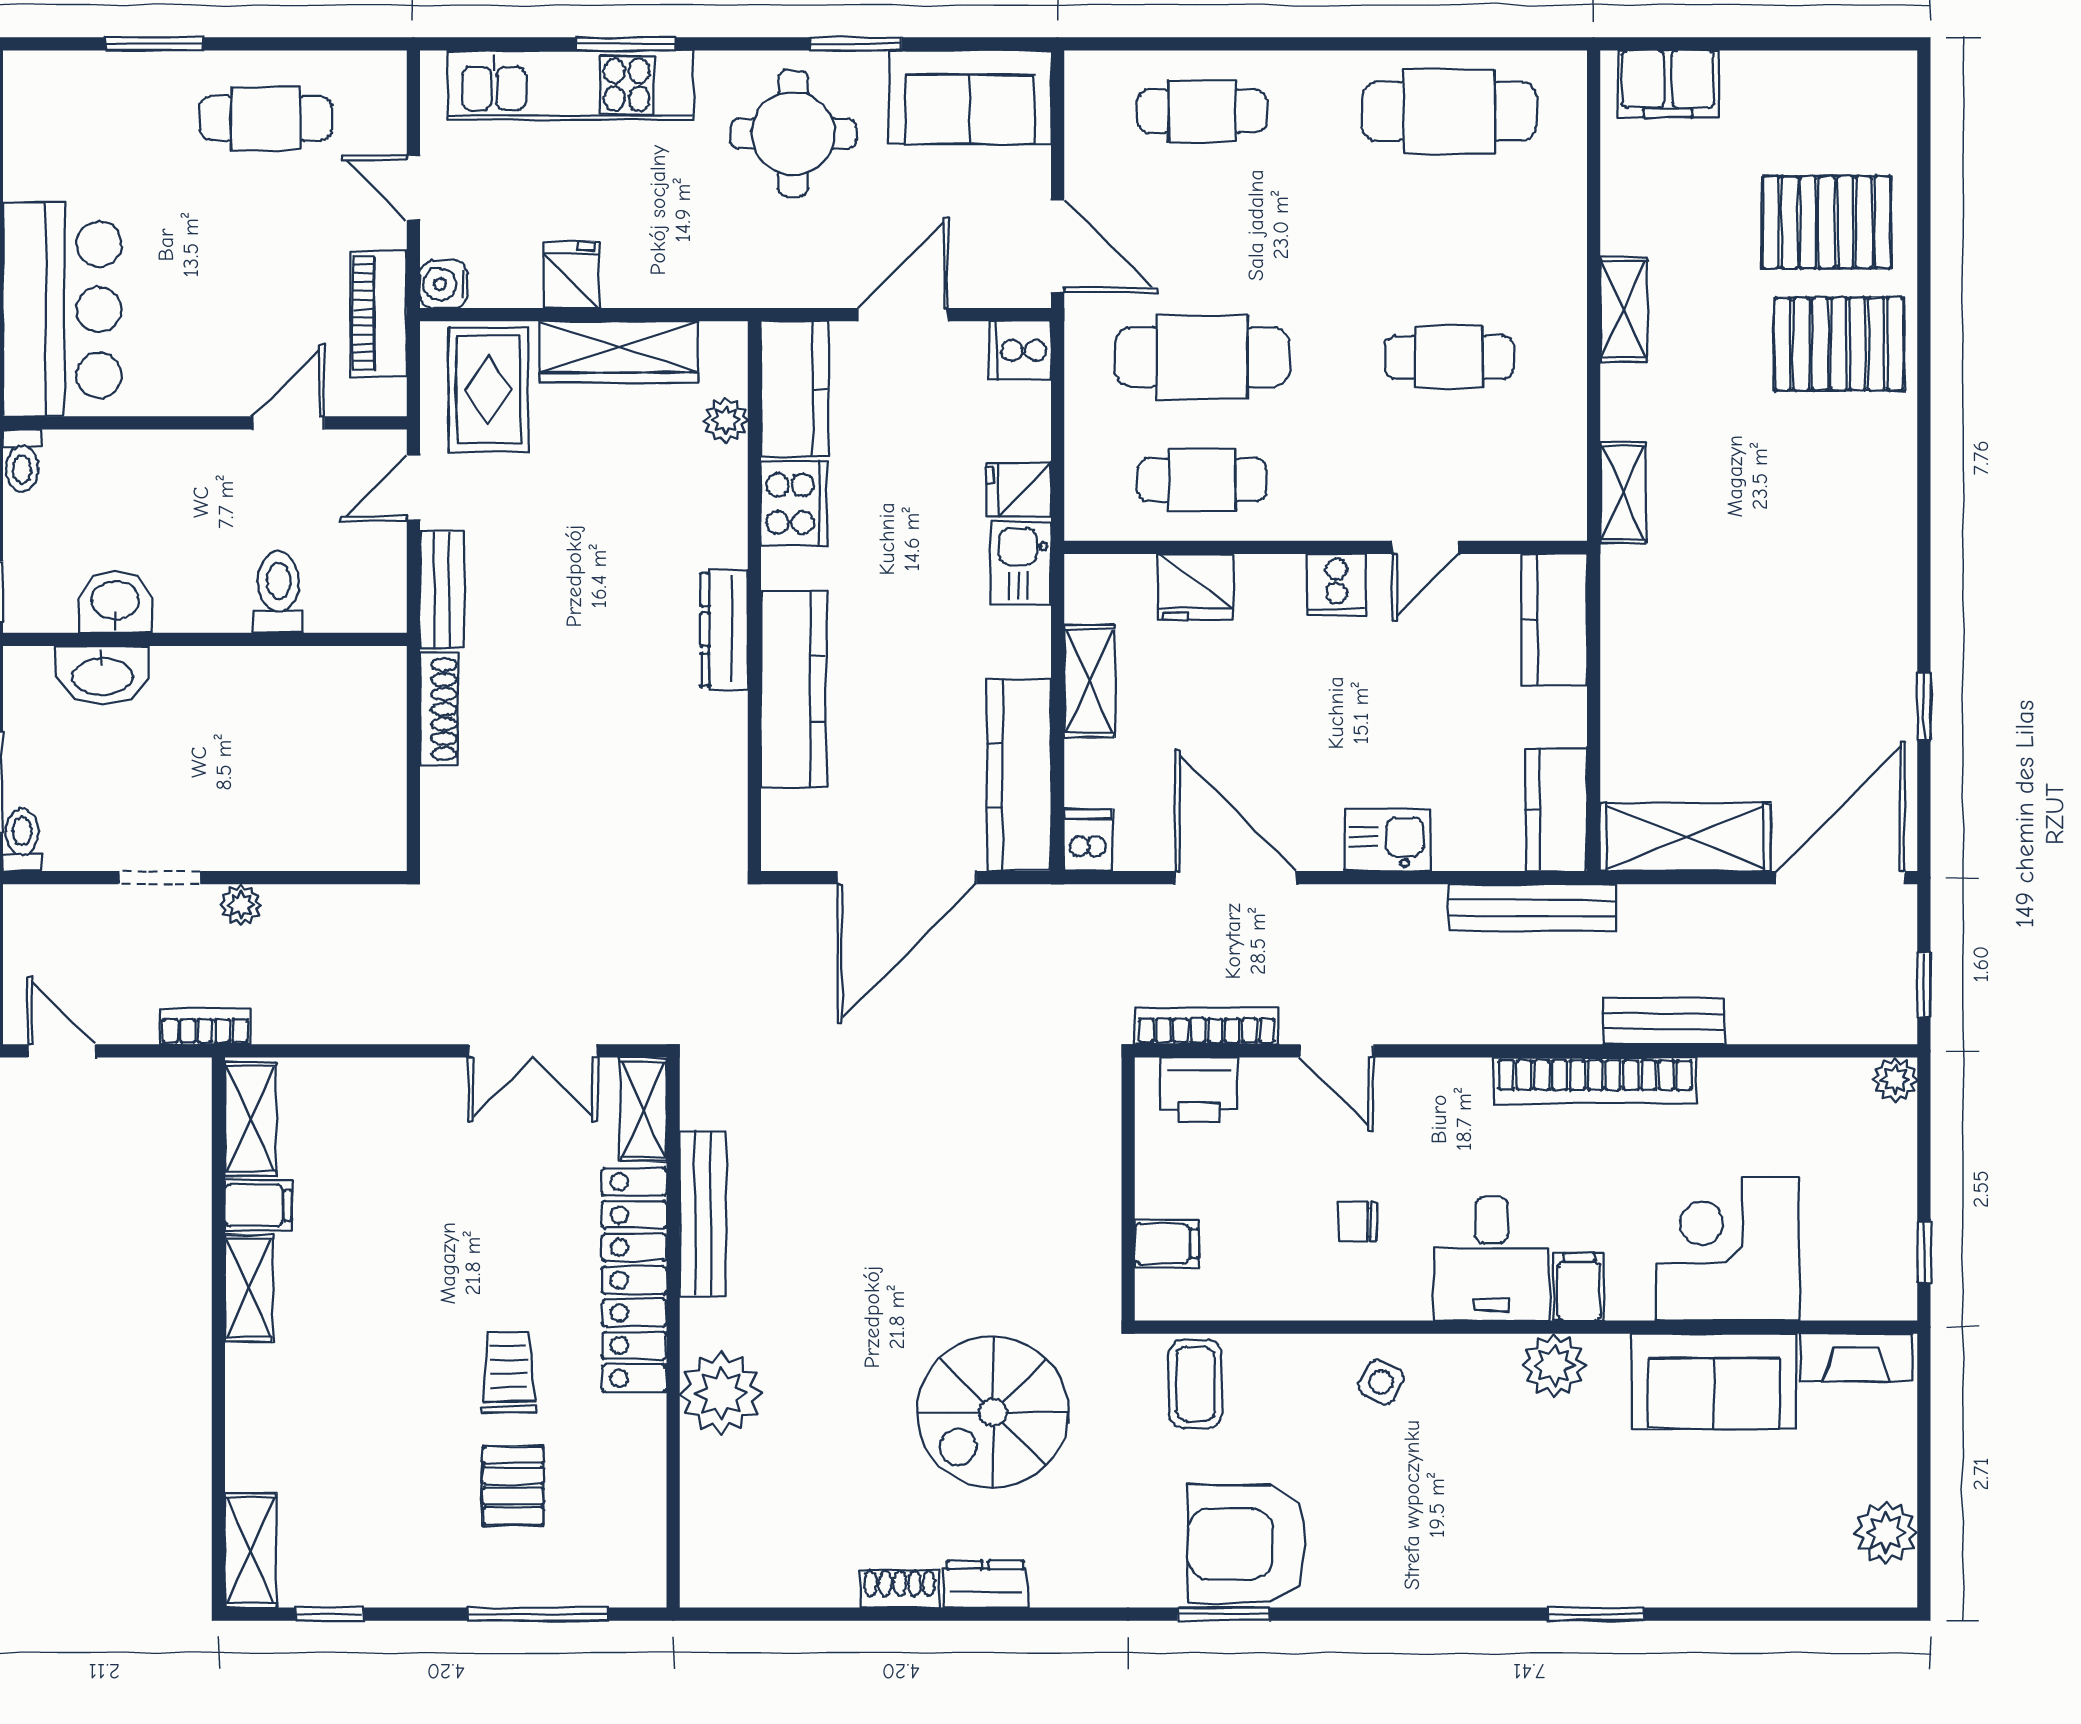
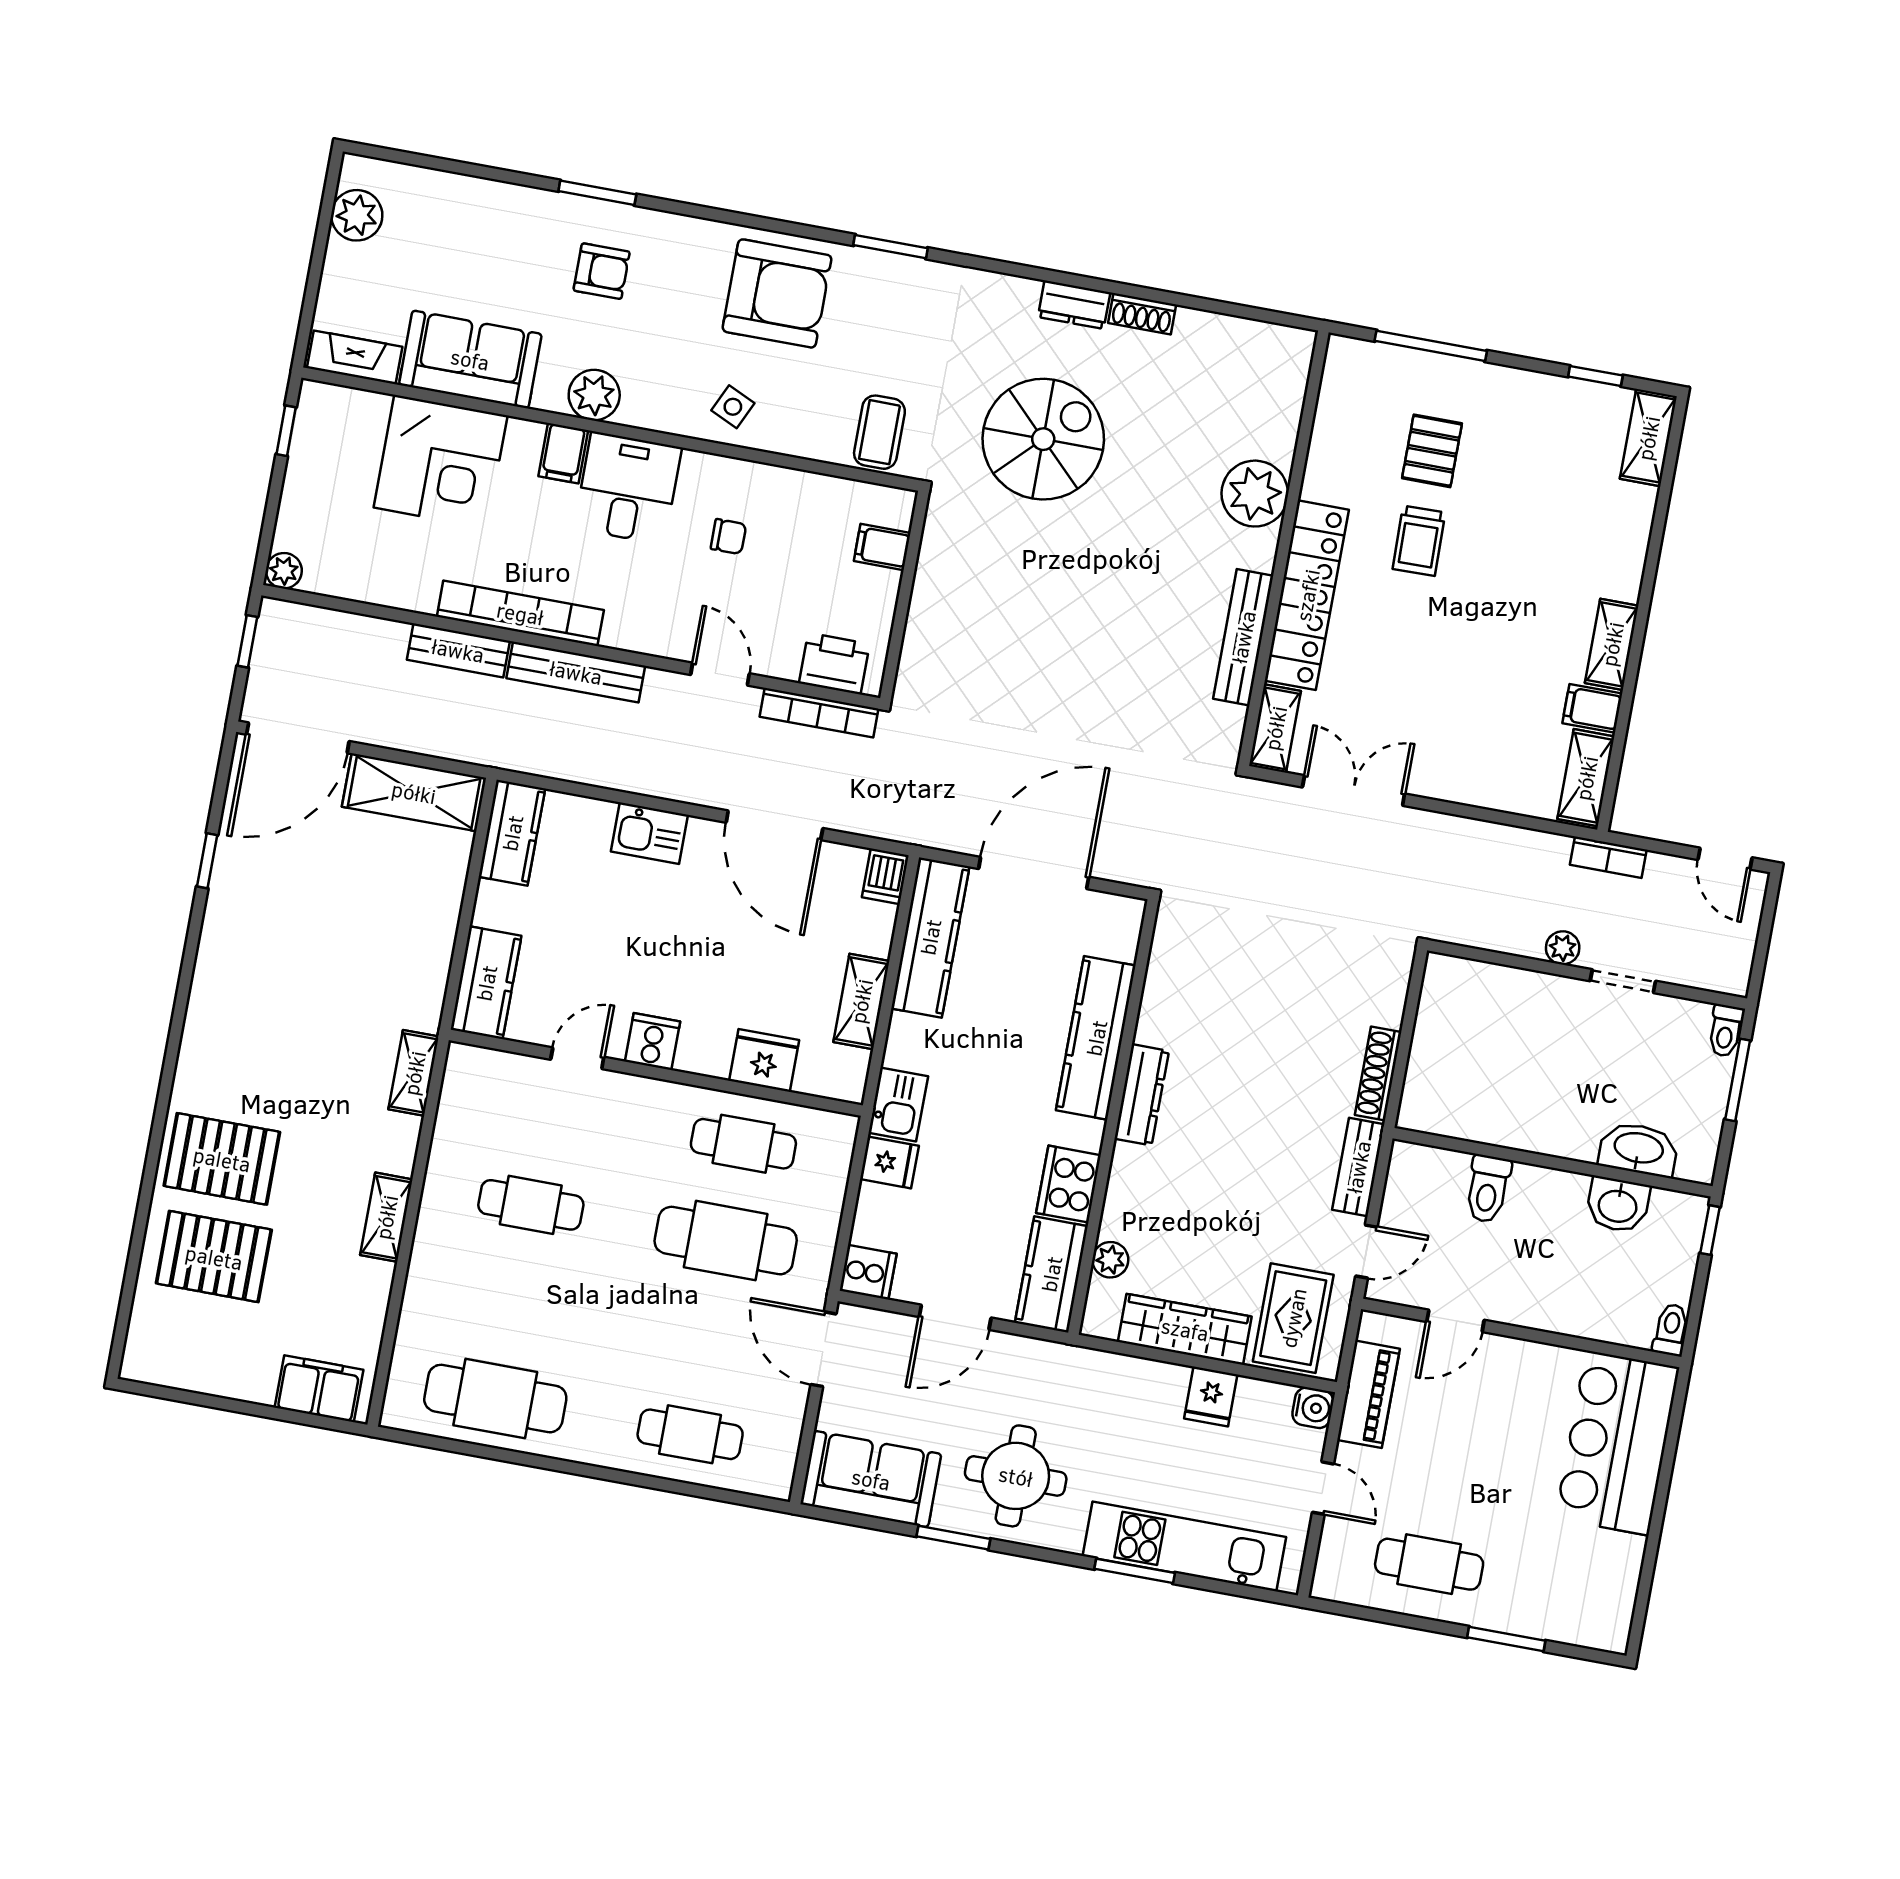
bench: (1532, 908) -> (576, 672), moved
armchair: (1573, 1519) -> (602, 271), added
armchair: (1247, 1544) -> (777, 293), moved

